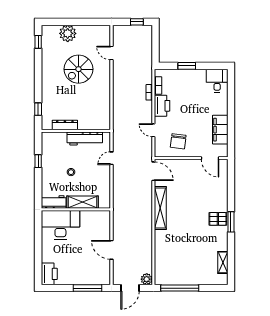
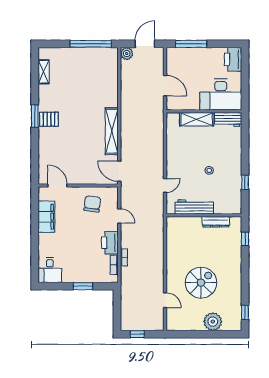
workbench: (54, 202) -> (228, 119), moved
shelving: (82, 202) -> (197, 119), moved
wall: (76, 209) -> (204, 111), moved
desk: (60, 225) -> (221, 95), moved

